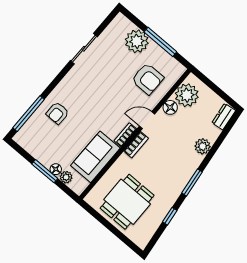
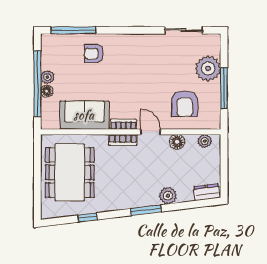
sliding door: (84, 49) -> (184, 30), moved
plant: (187, 95) -> (205, 141), width x0.53, depth x0.53
window: (45, 171) -> (37, 84), width x2.11
plant: (66, 177) -> (47, 77), moved
window: (192, 182) -> (146, 210), moved
dining table: (127, 202) -> (70, 172), width x1.38

